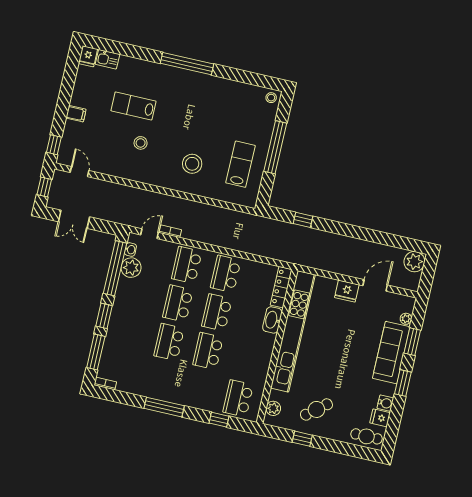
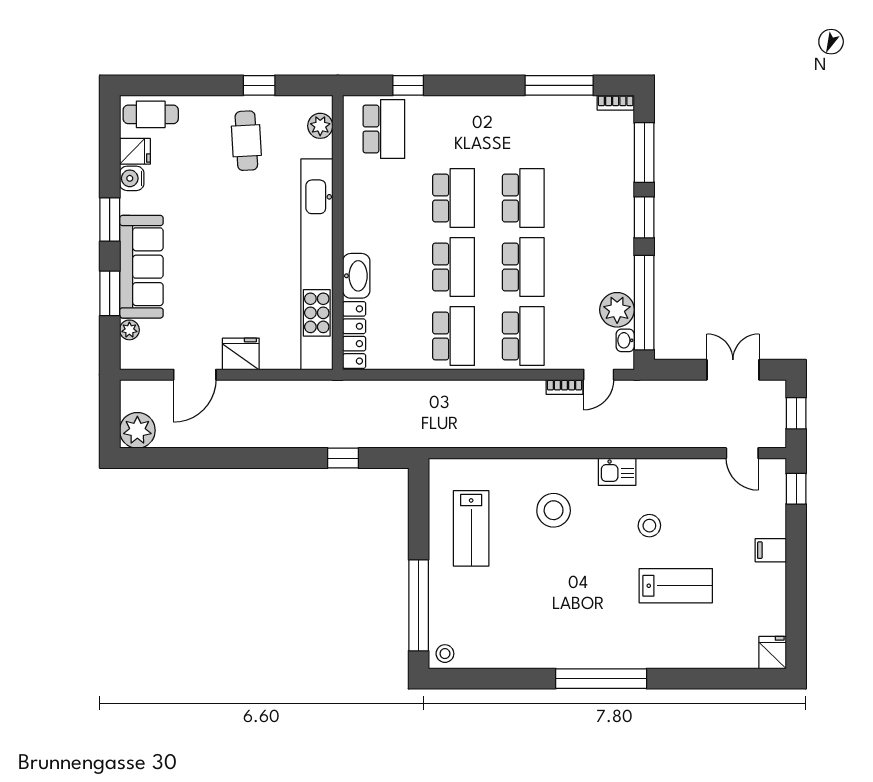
kitchen sink: (108, 59) -> (617, 472), moved, turned 180
window: (275, 147) -> (419, 605), moved
window: (164, 407) -> (559, 85), moved
cafe table: (316, 409) -> (246, 141), turned -54

